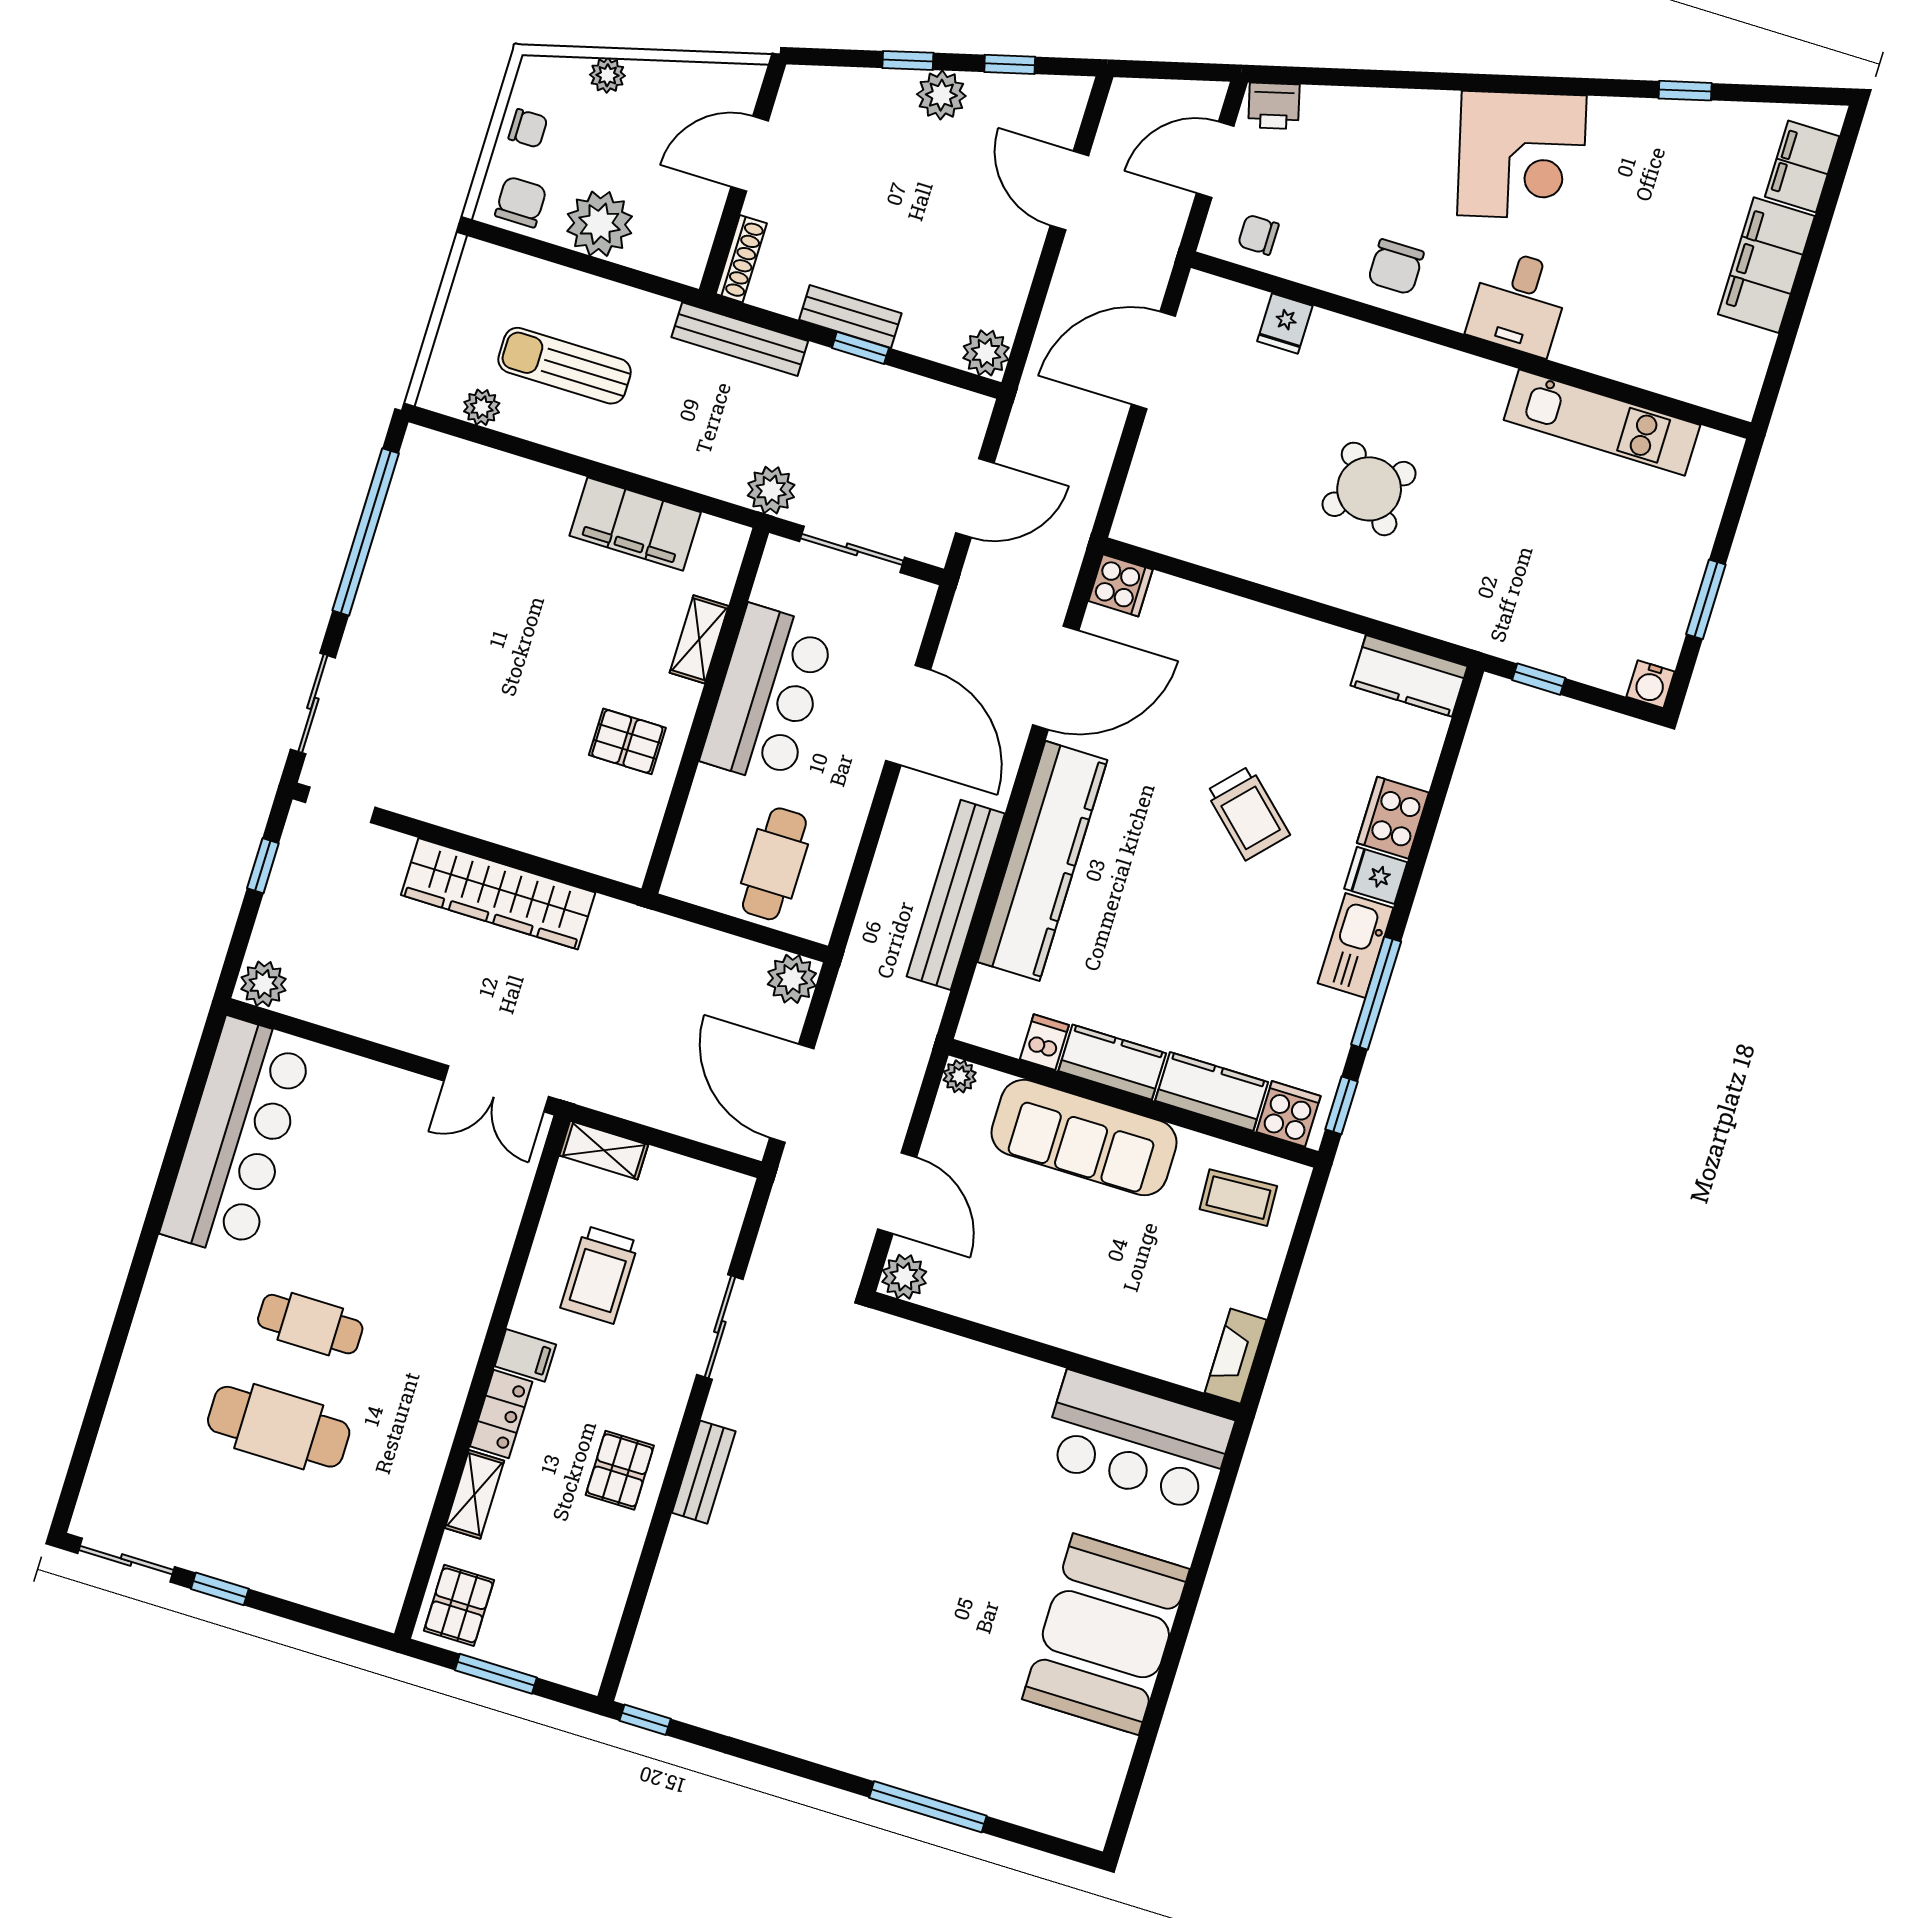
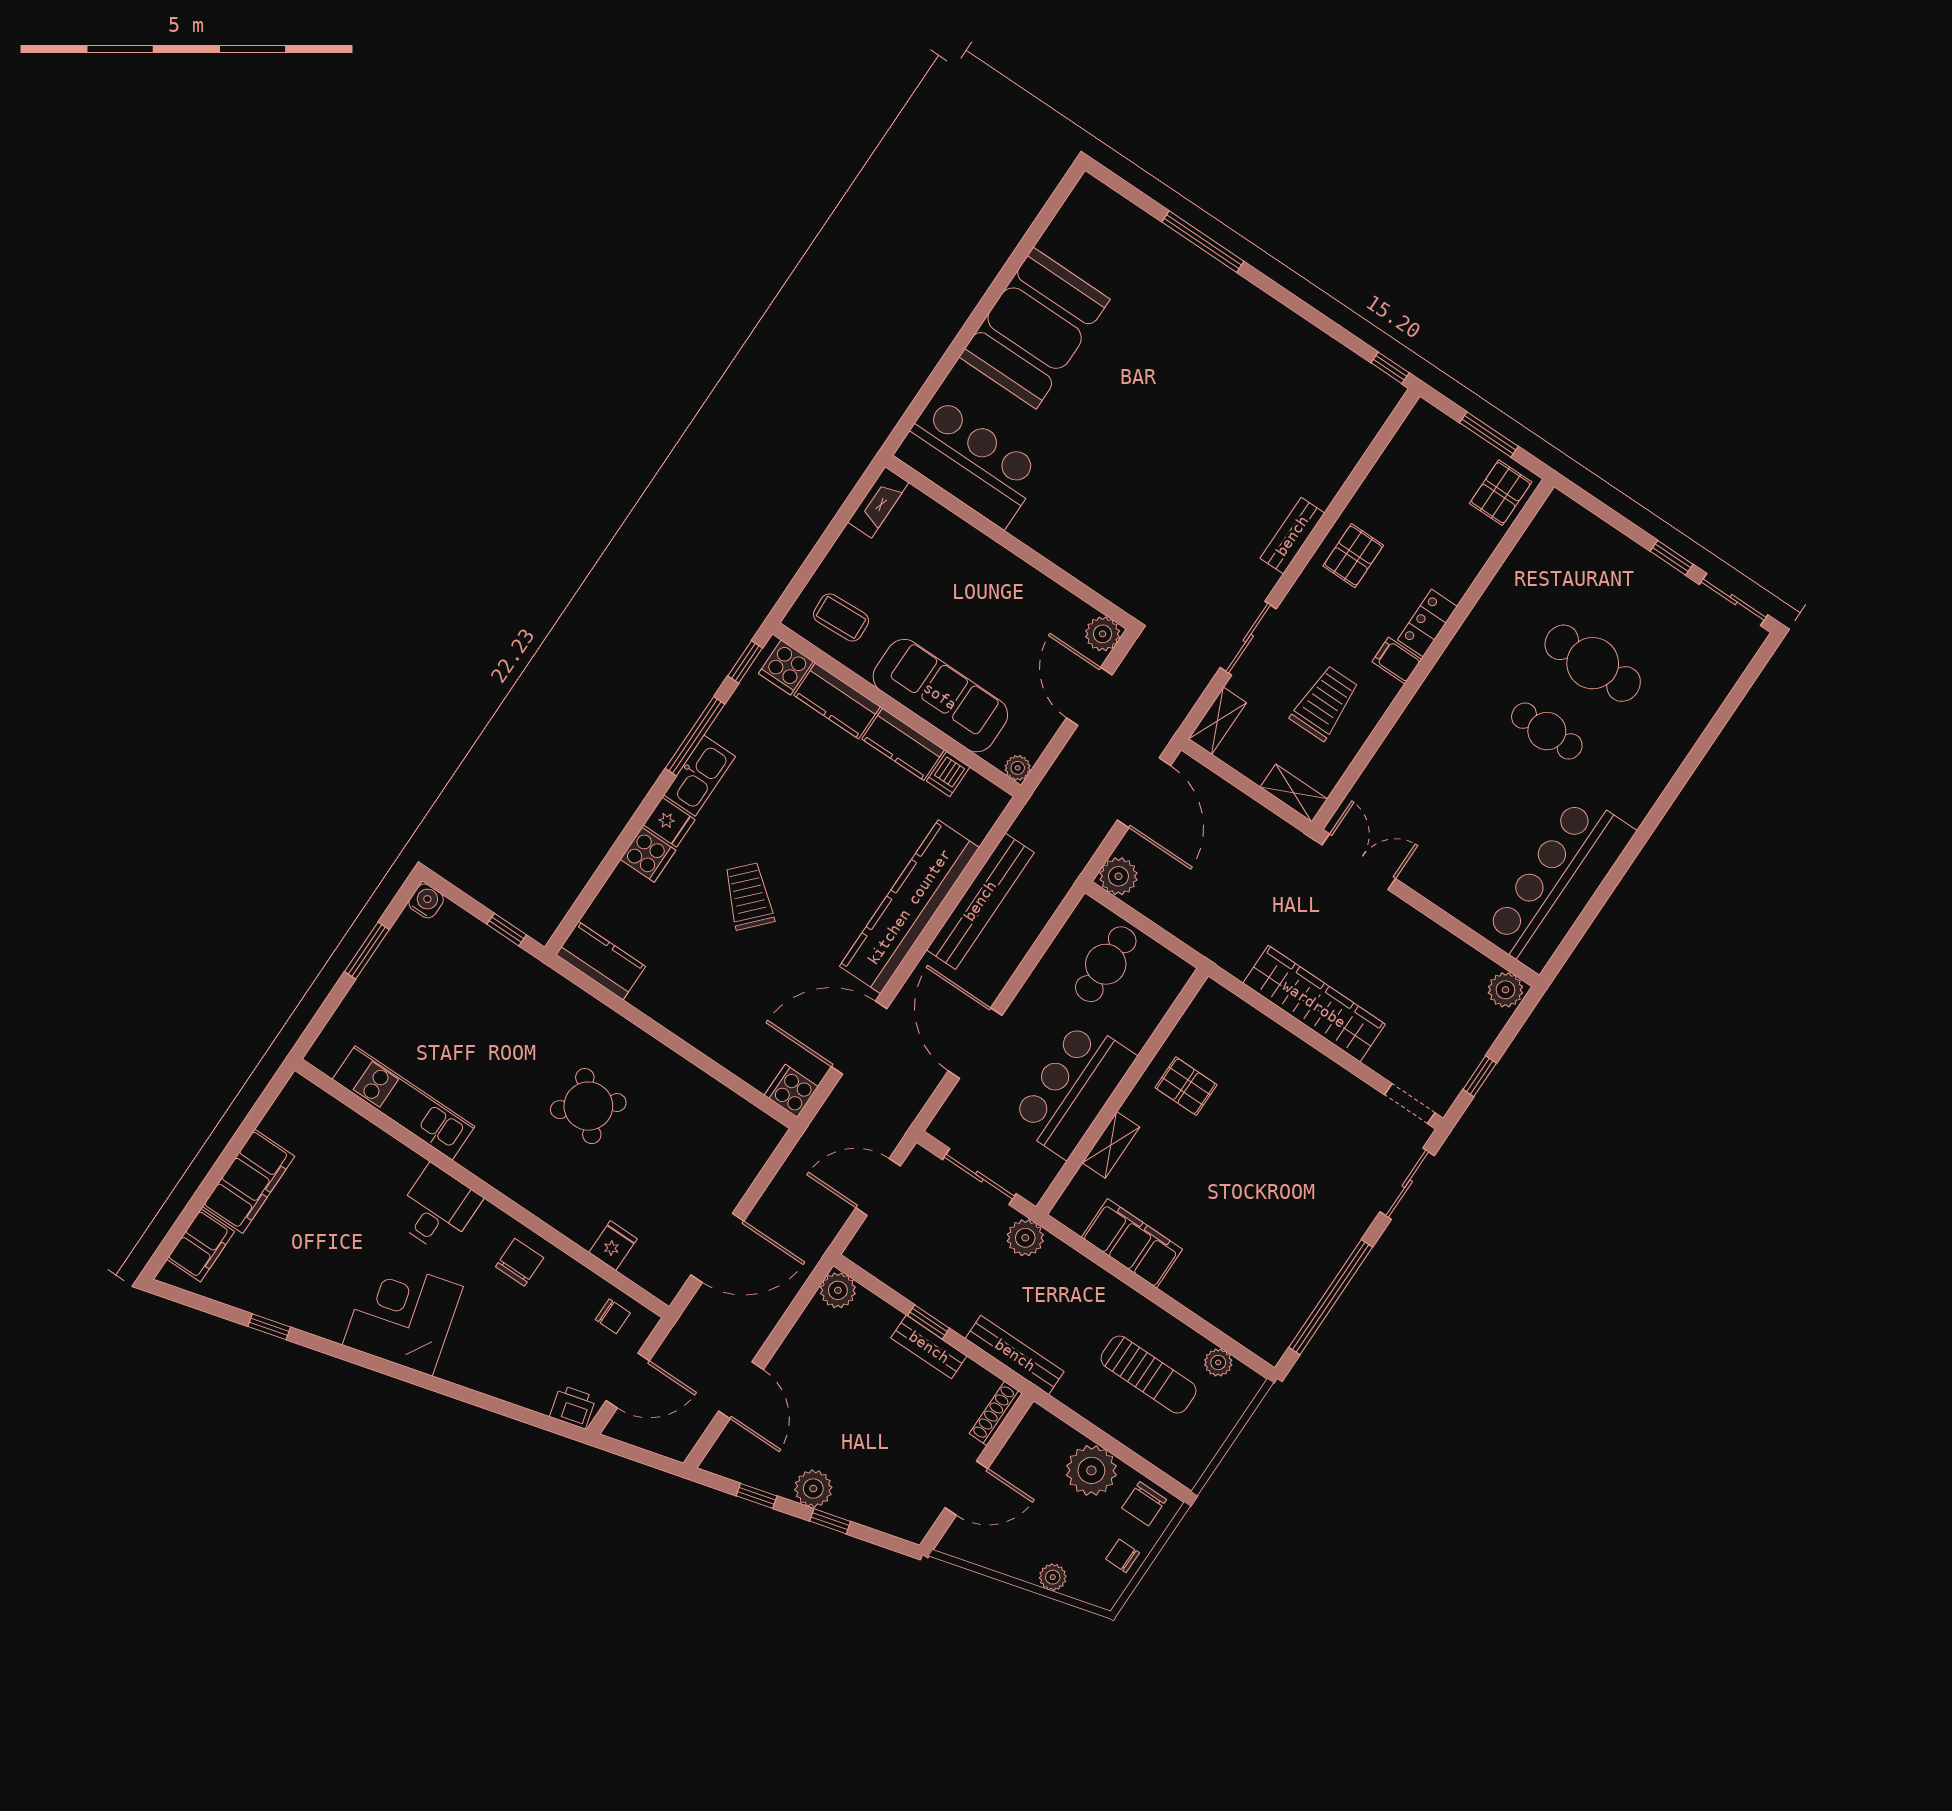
cooker: (1393, 818) -> (648, 855), width x0.73
shelving: (474, 1494) -> (1218, 721), moved

